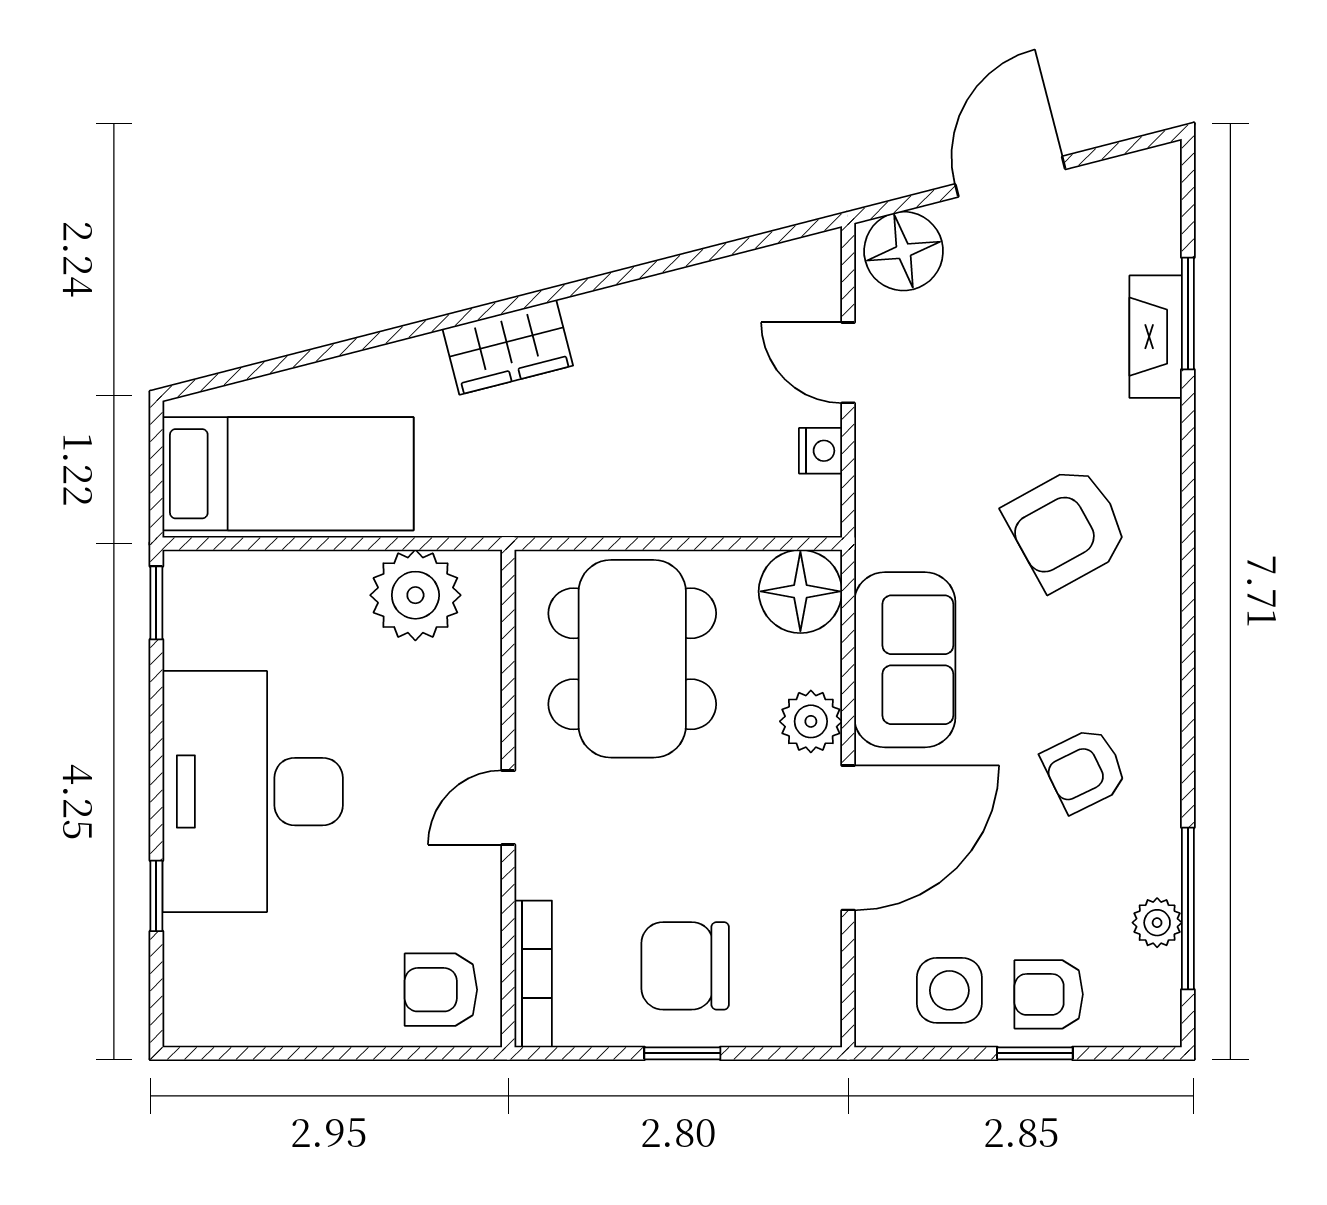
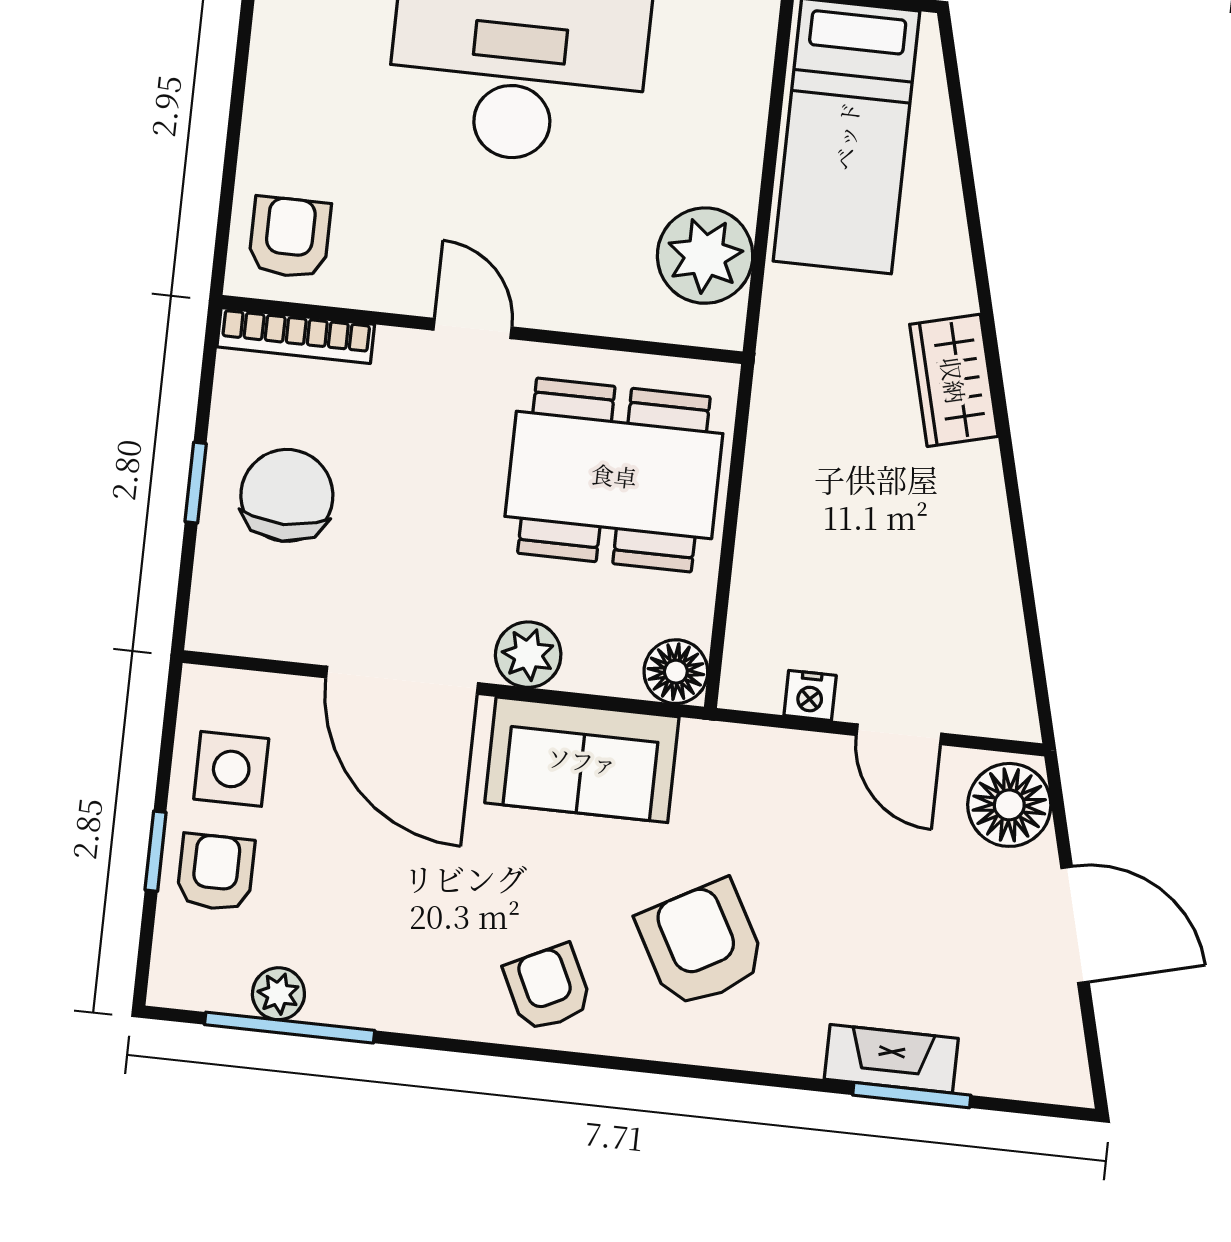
door: (848, 363) -> (899, 734), swing flipped
floor lamp: (800, 591) -> (676, 672), width x0.73, depth x0.73
armchair: (1084, 770) -> (548, 988), moved

